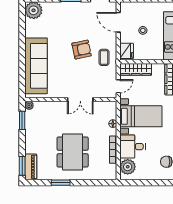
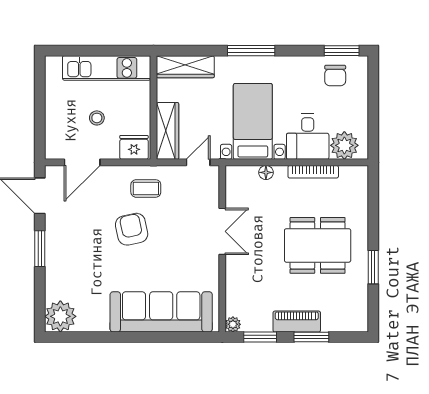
door: (118, 86) -> (198, 162), hinge flipped
window: (22, 166) -> (311, 337), moved
piano: (31, 167) -> (297, 322), moved

